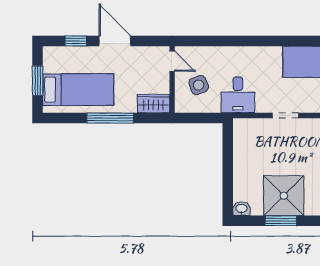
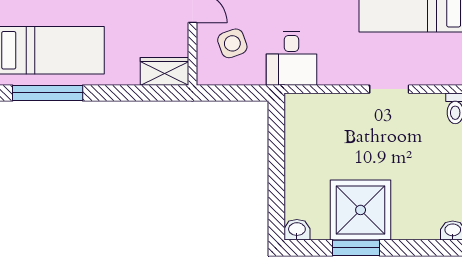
doorway: (285, 115) -> (389, 89), moved
window: (110, 118) -> (48, 93), moved

